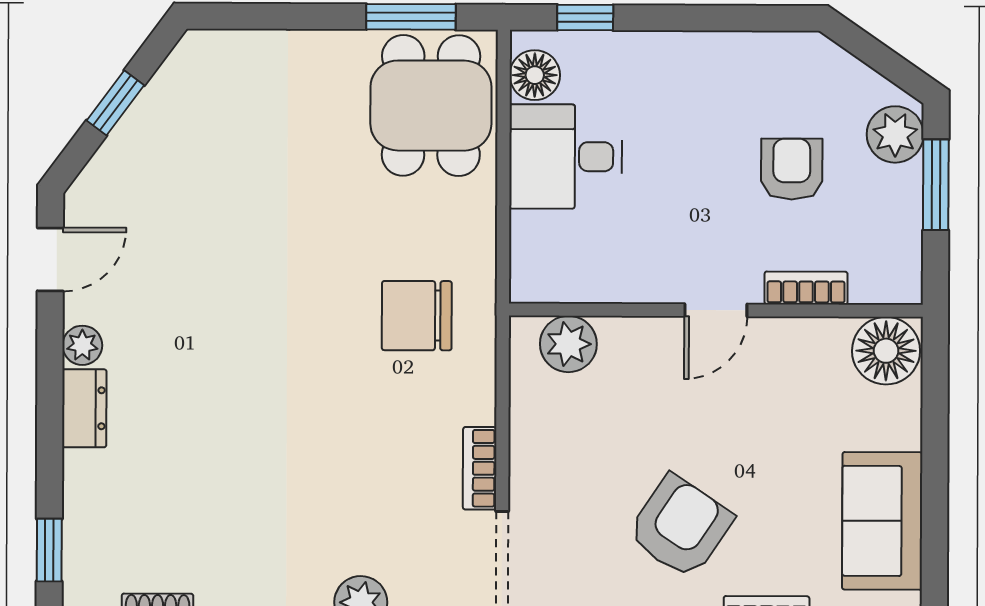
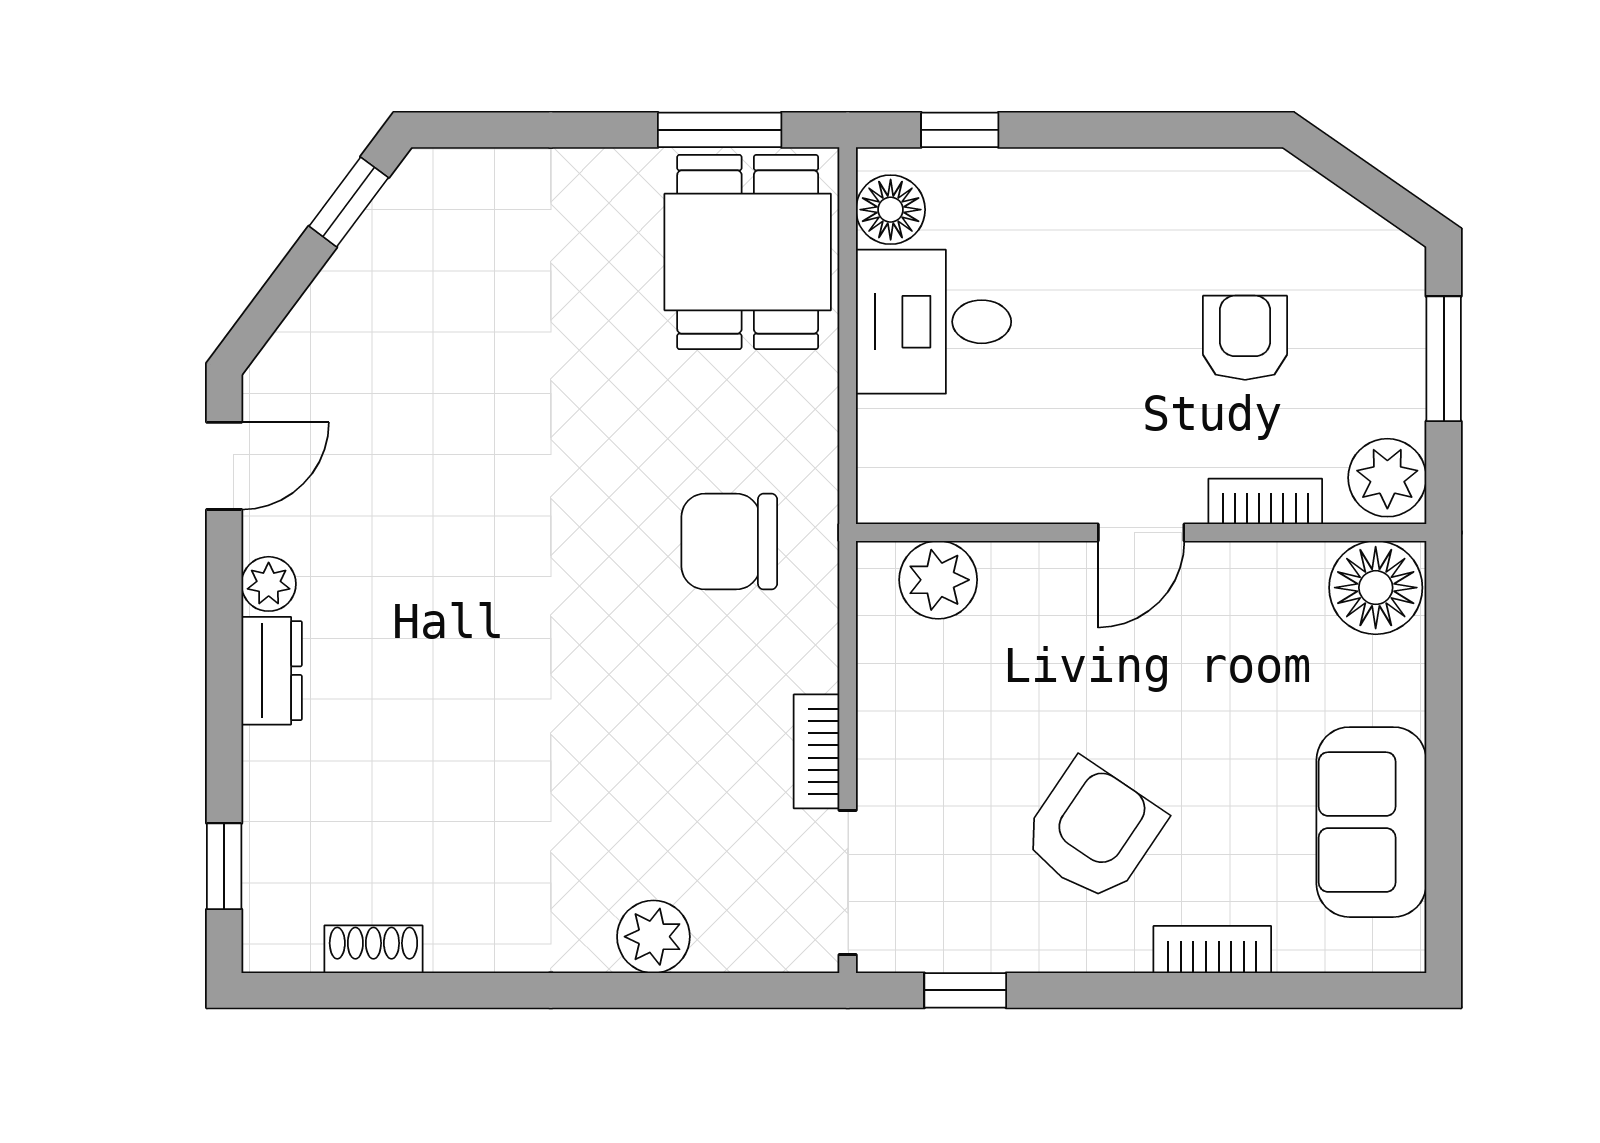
window: (115, 103) -> (349, 202), moved
plant: (895, 134) -> (1387, 478), moved

